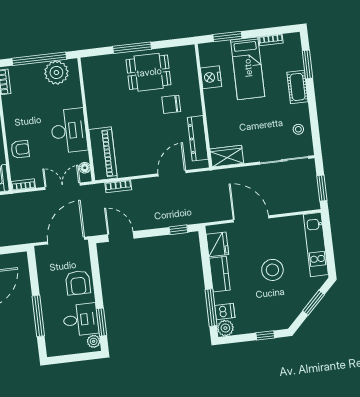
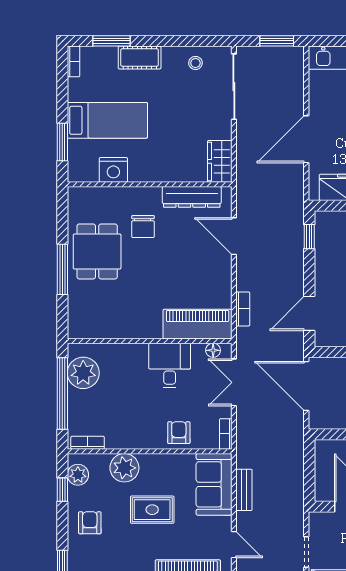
bookcase: (271, 40) -> (74, 61), moved
desk: (69, 131) -> (170, 365), width x0.73

